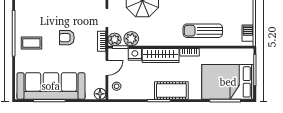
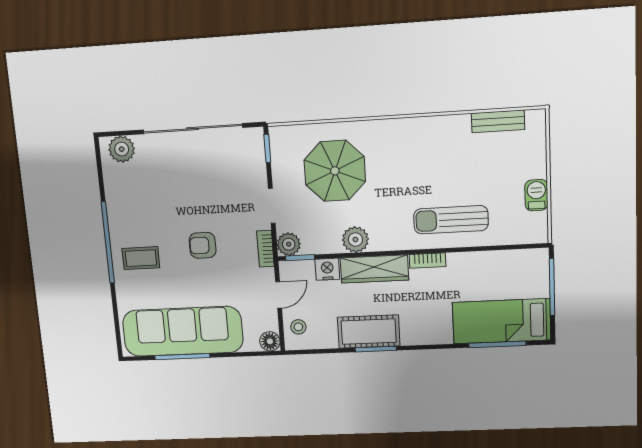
barbecue: (248, 33) -> (536, 195), moved
plant: (131, 39) -> (355, 240), moved
bed: (228, 82) -> (502, 321), width x0.67
cot: (171, 91) -> (369, 332), moved

